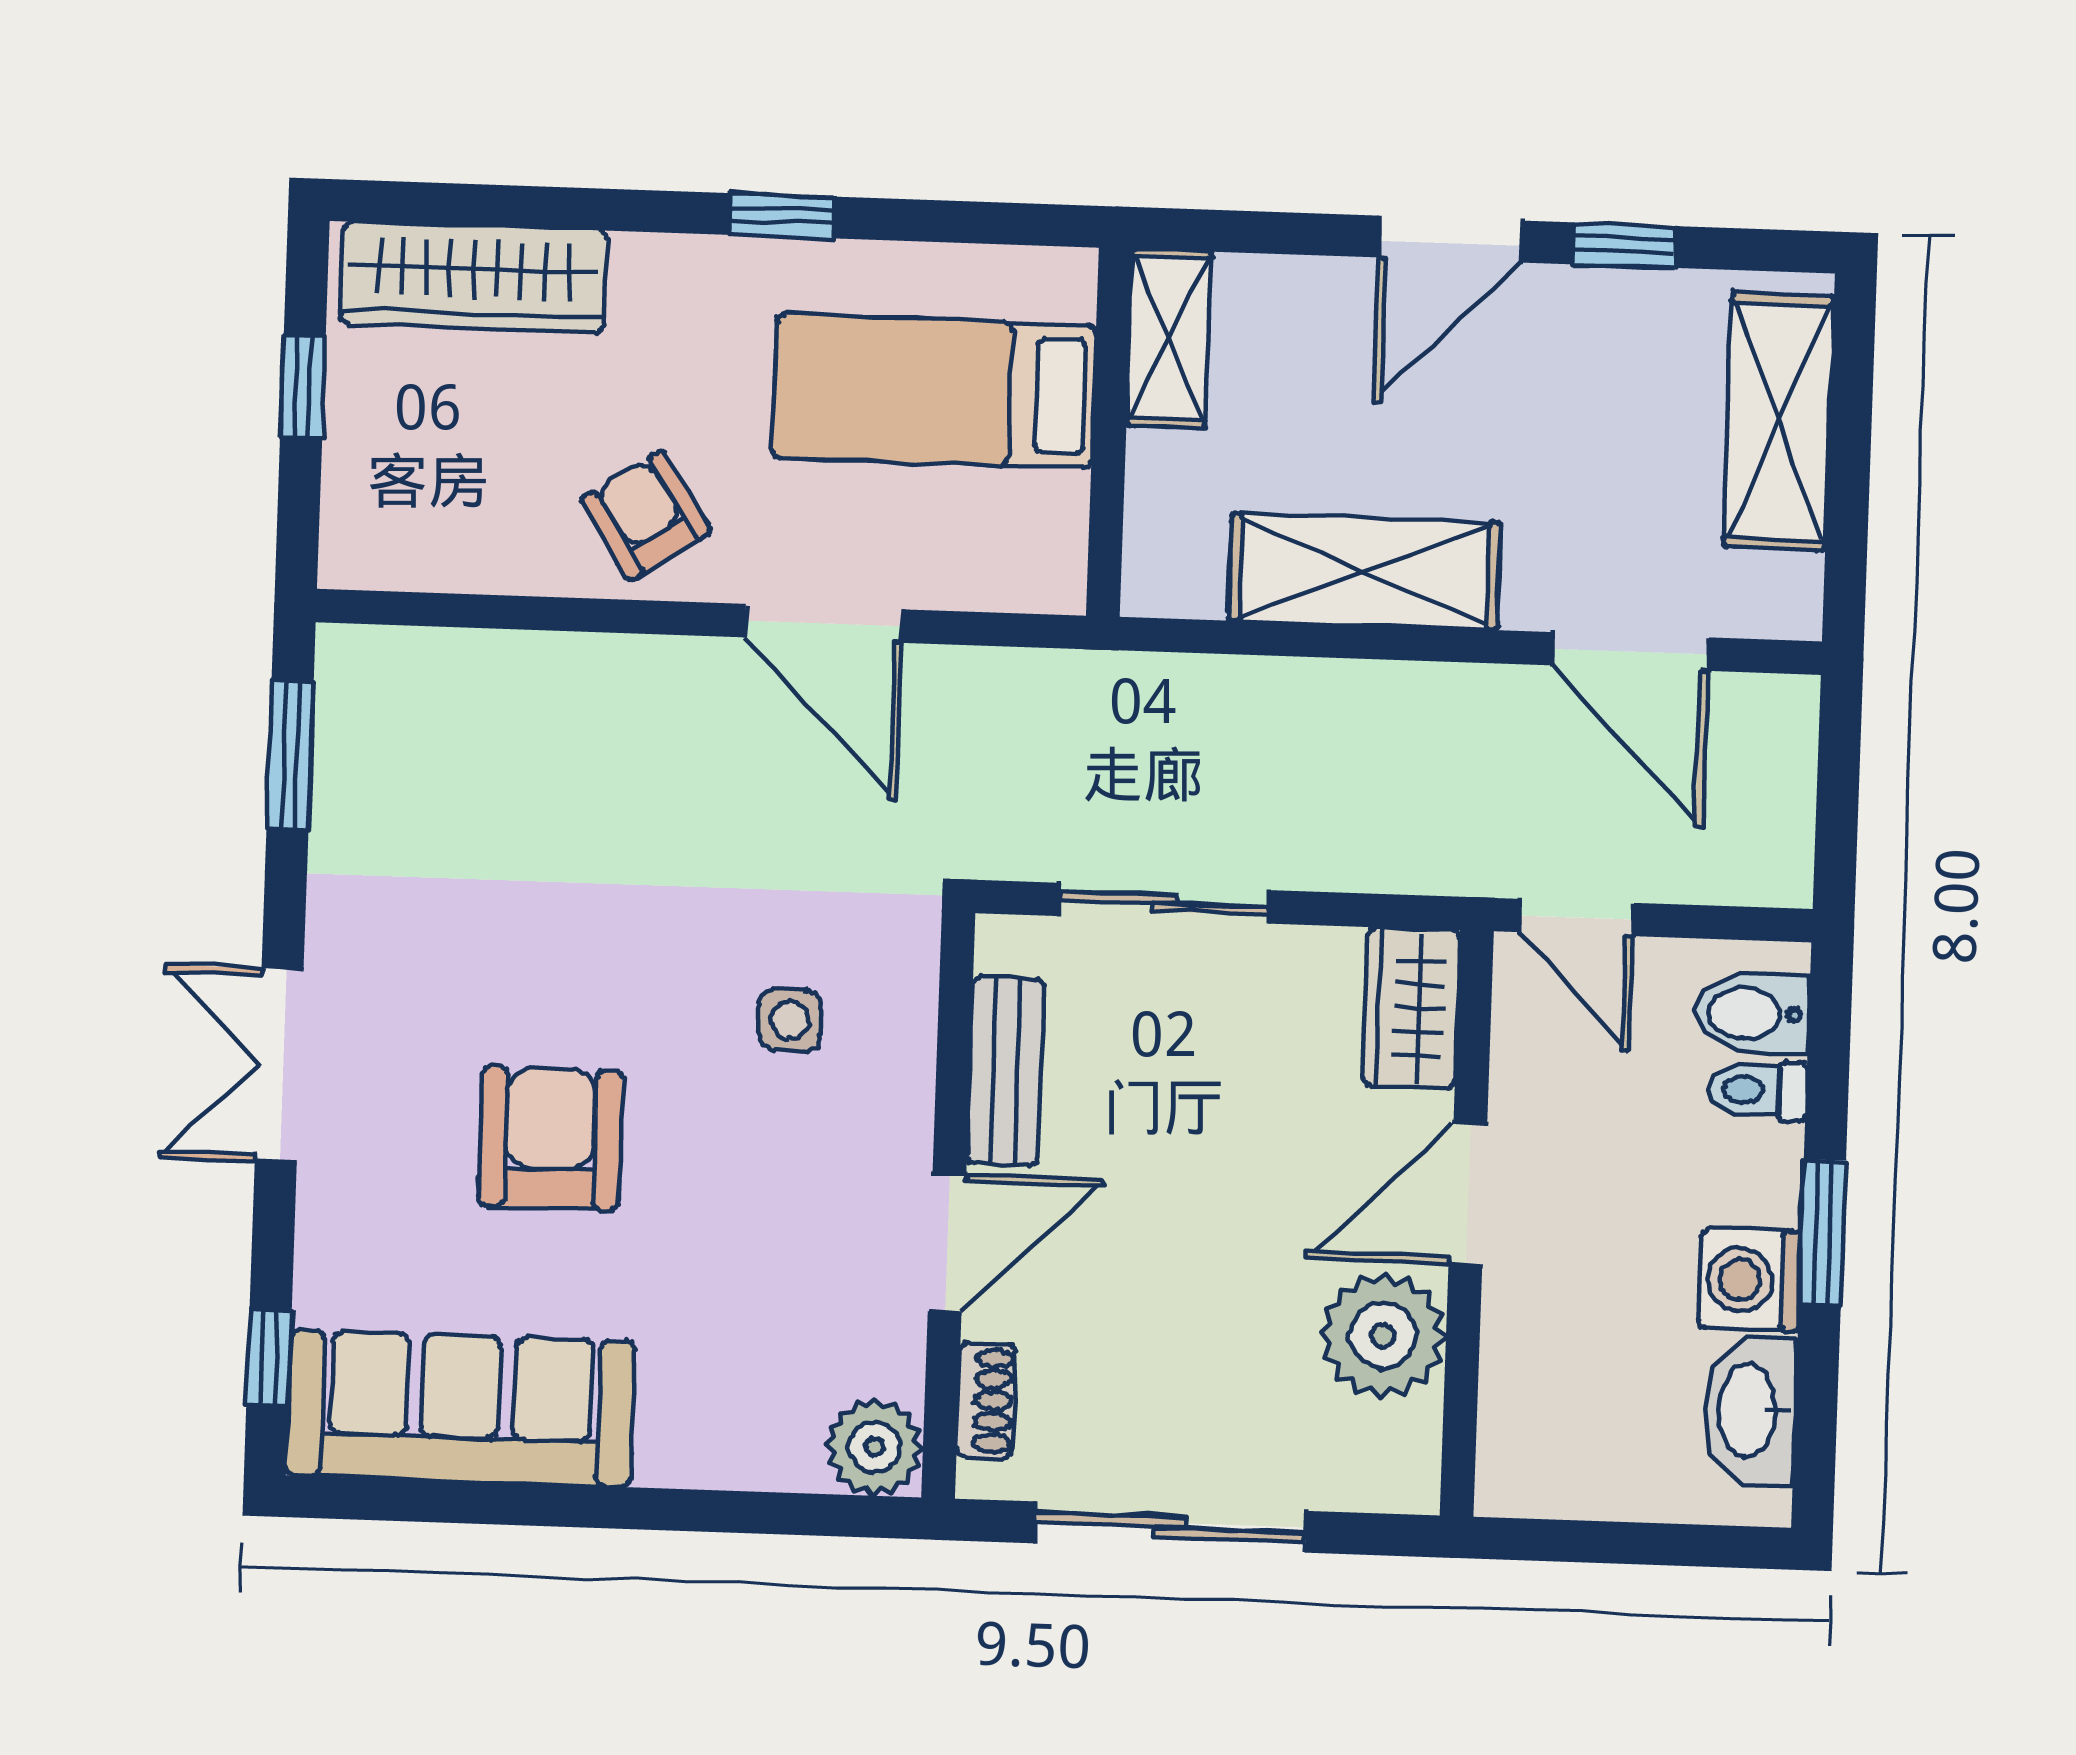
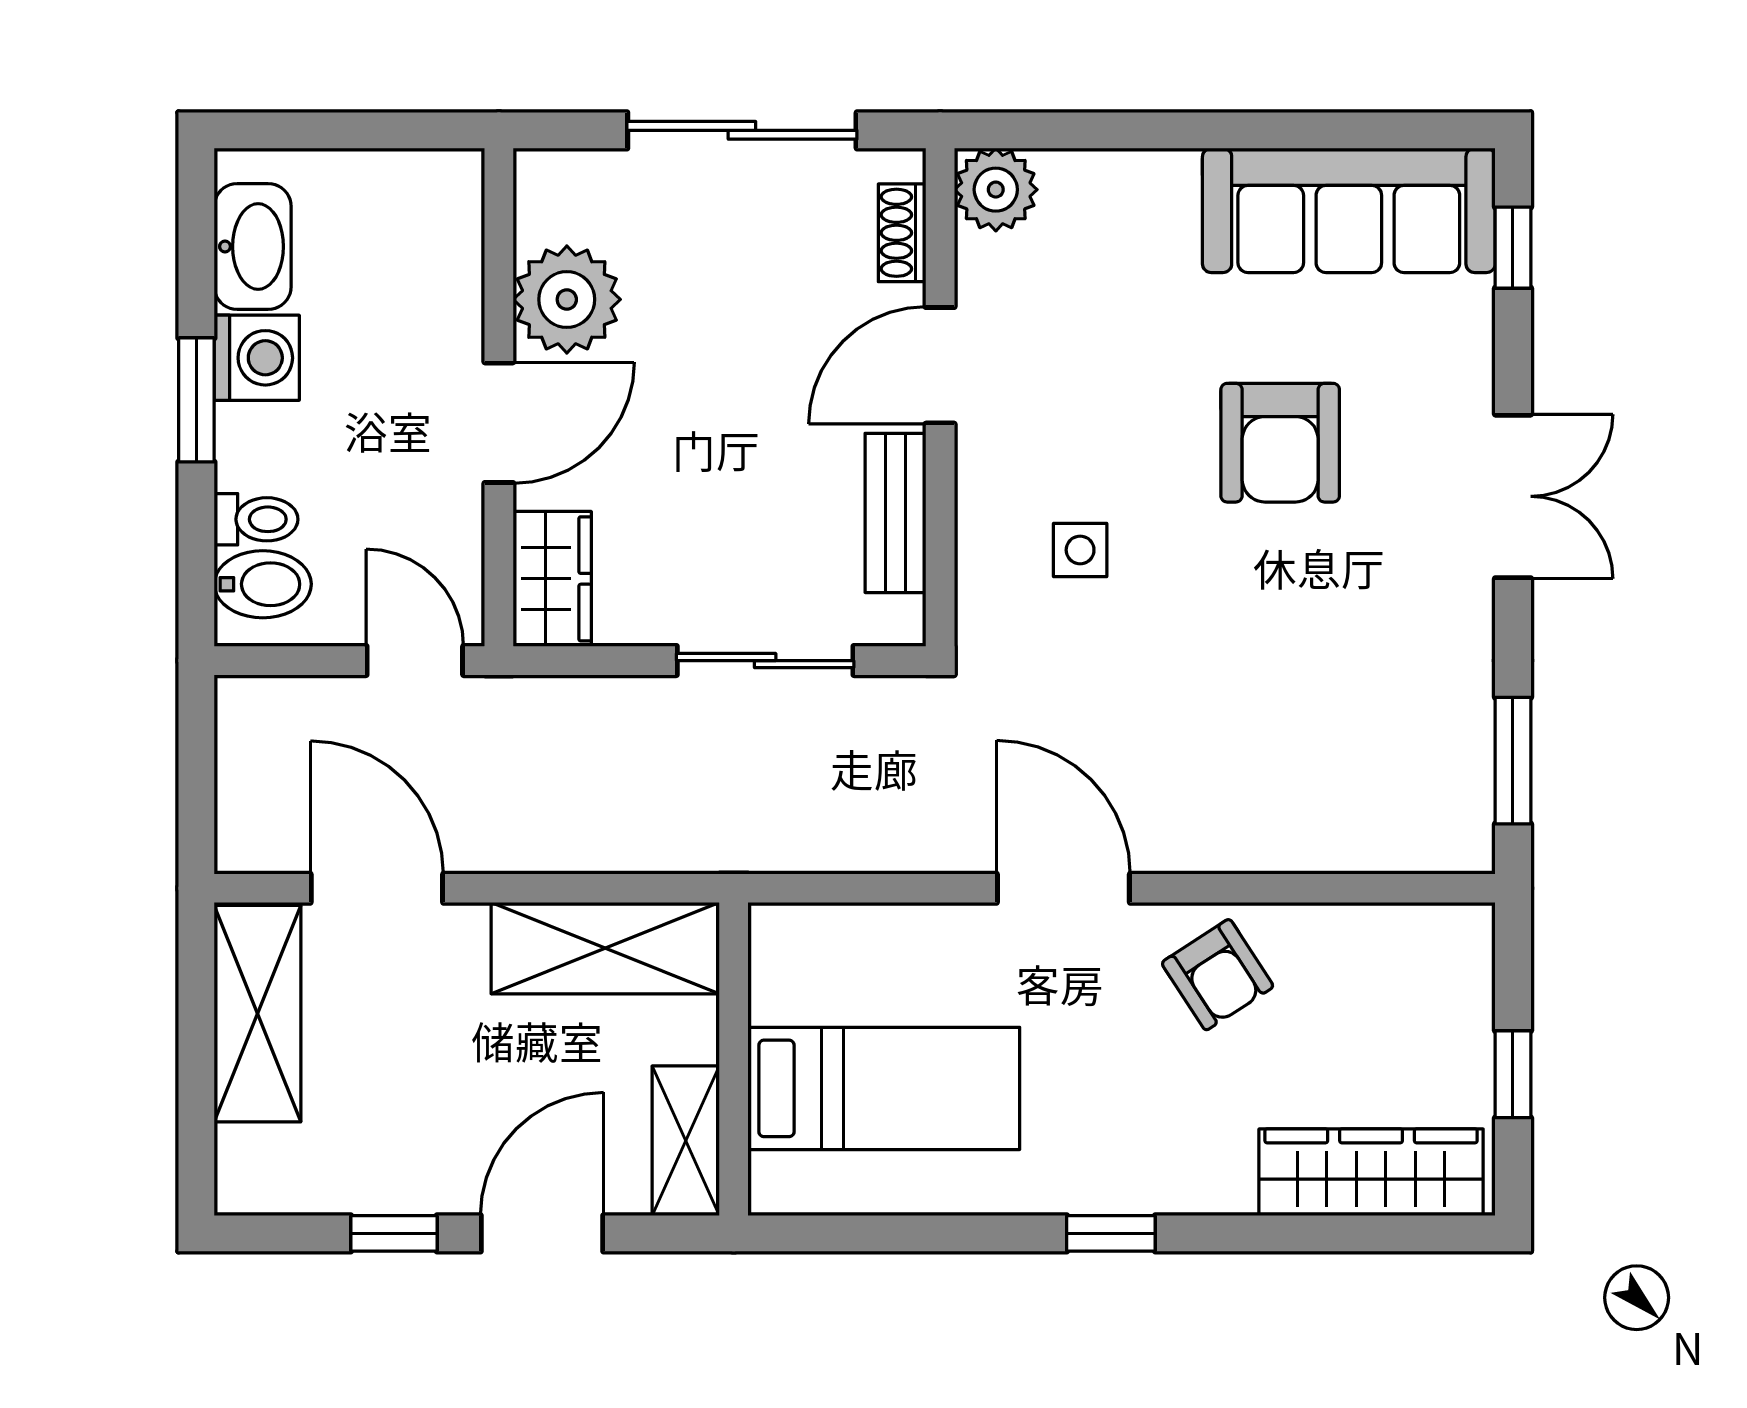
shelving: (1169, 338) -> (686, 1141), moved
bed: (934, 392) -> (884, 1088), moved
shelving: (1779, 421) -> (258, 1014), moved
wall: (1109, 432) -> (734, 1059), moved

